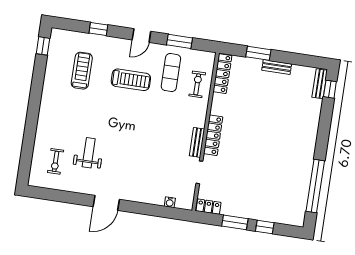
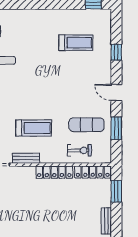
window: (258, 53) -> (116, 191), moved
treadmill: (131, 80) -> (34, 128), moved, turned -90
locker: (213, 135) -> (54, 172), moved

